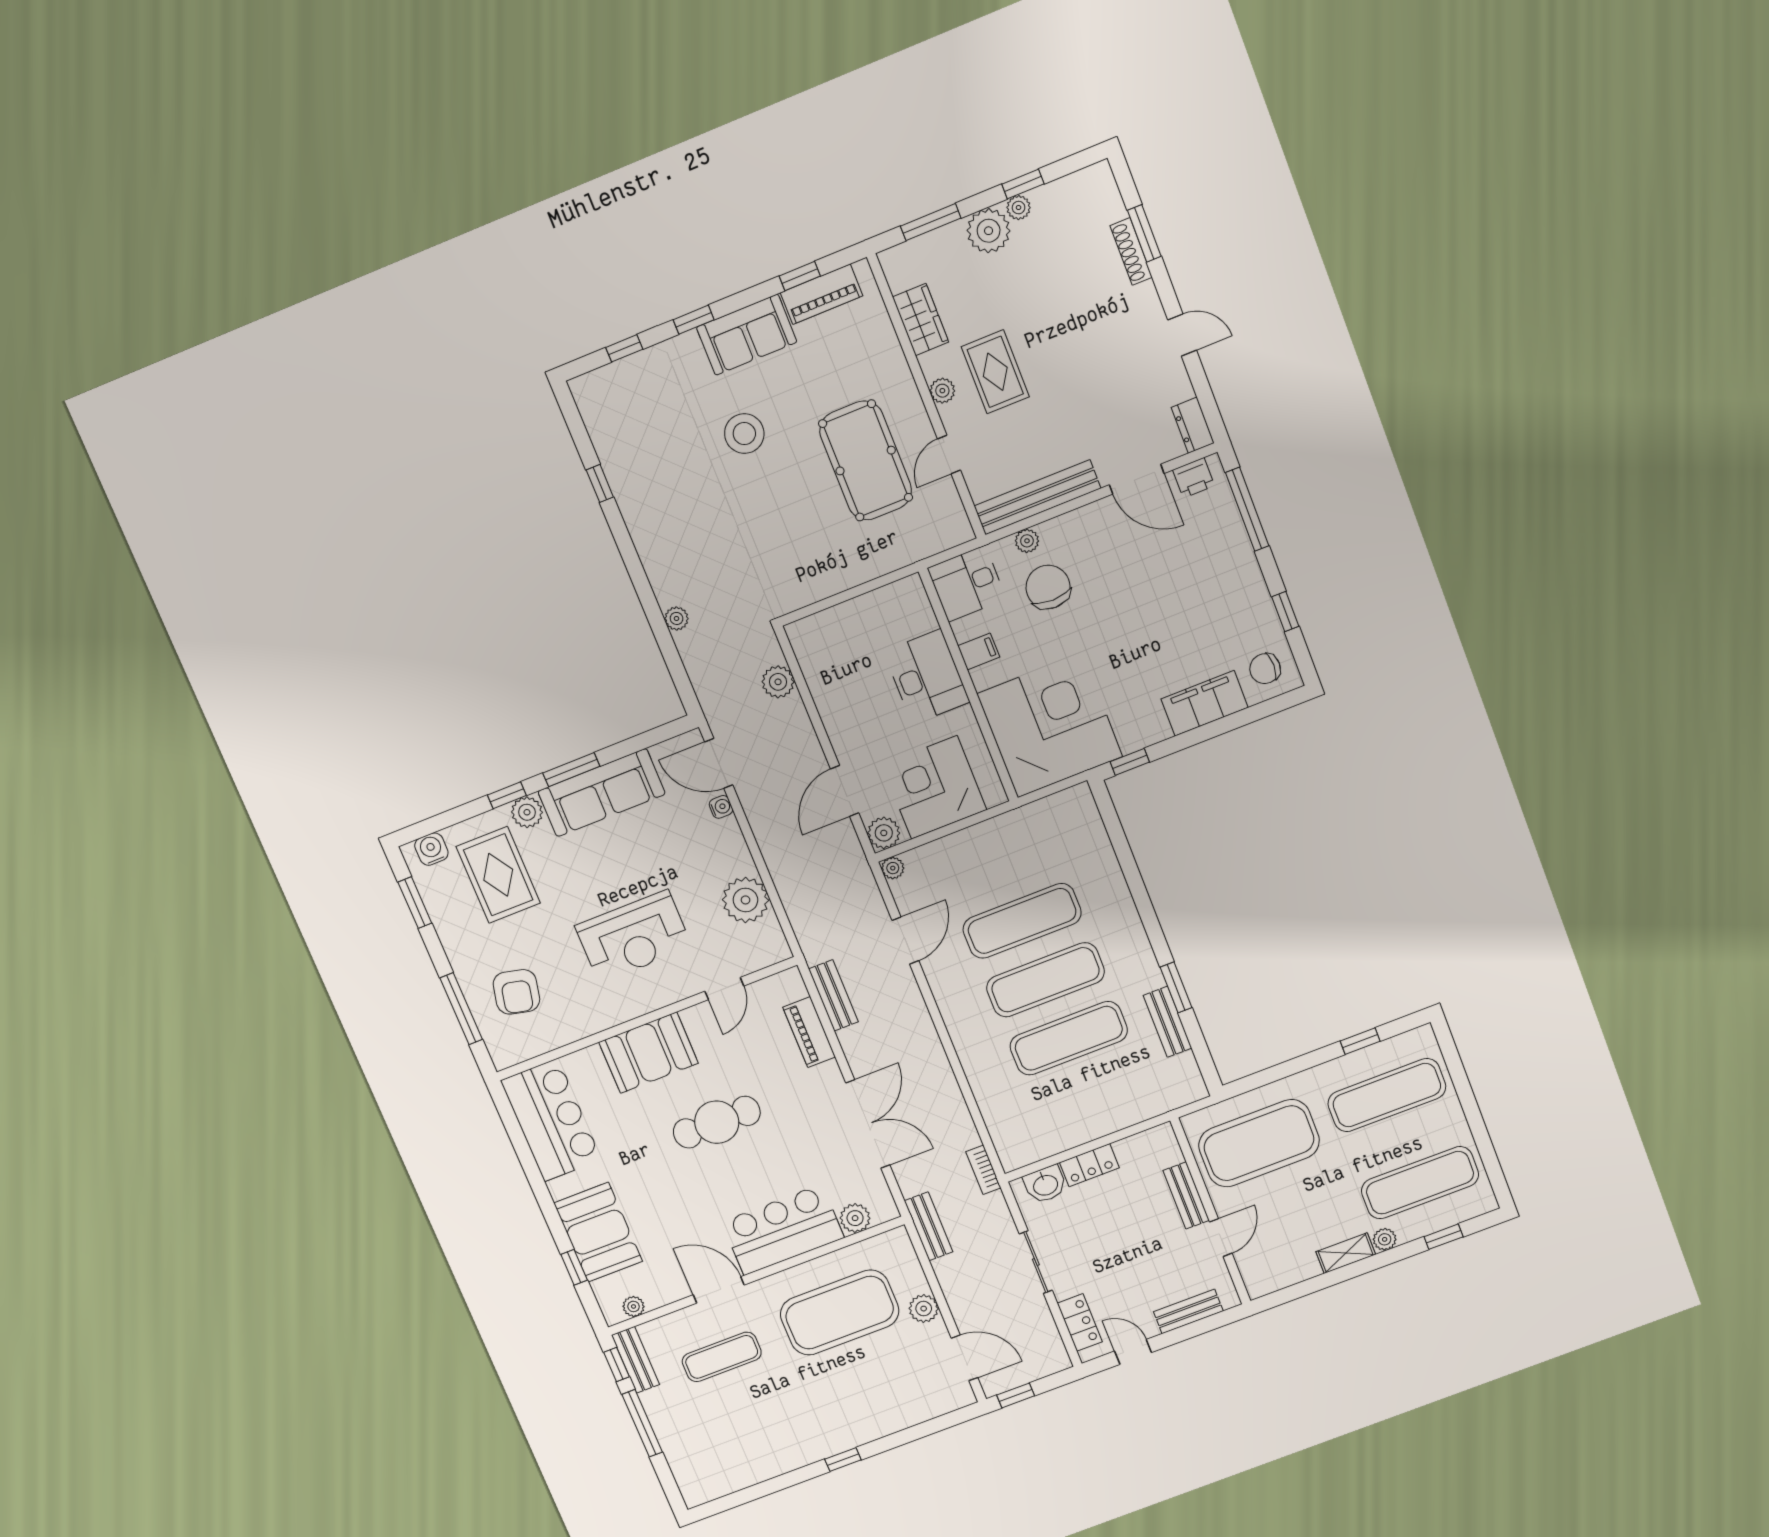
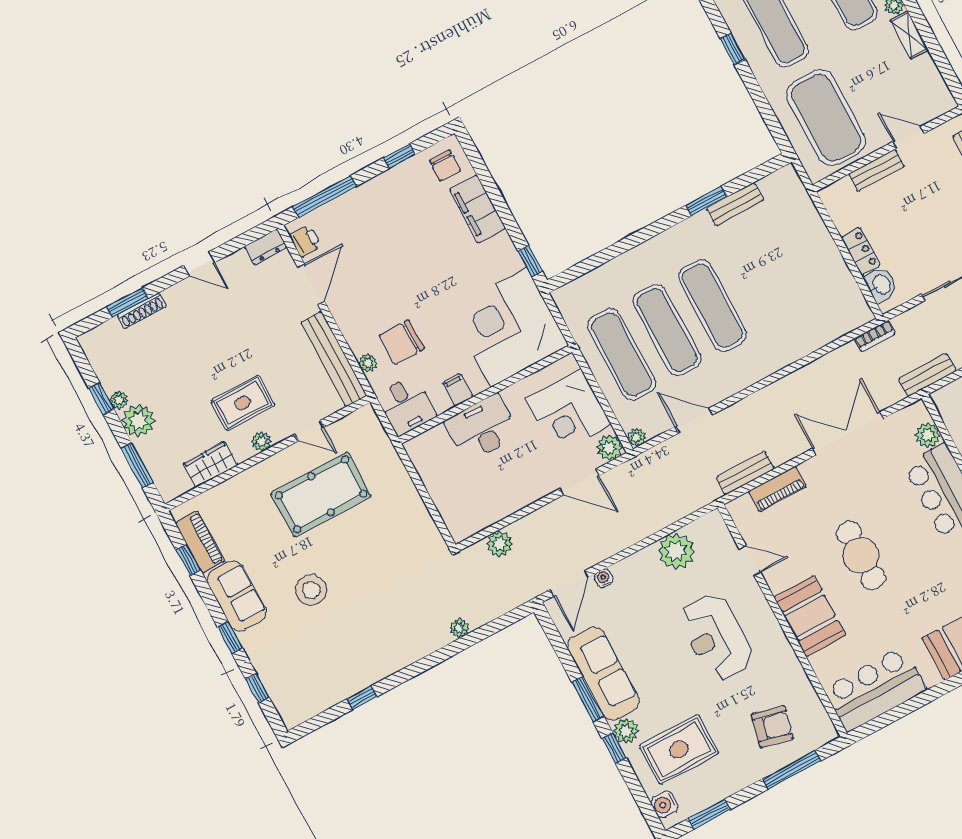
door: (1182, 335) -> (199, 264), swing flipped
reception desk: (633, 936) -> (716, 637), turned 180
exercise mat: (1069, 1038) -> (622, 354), moved

